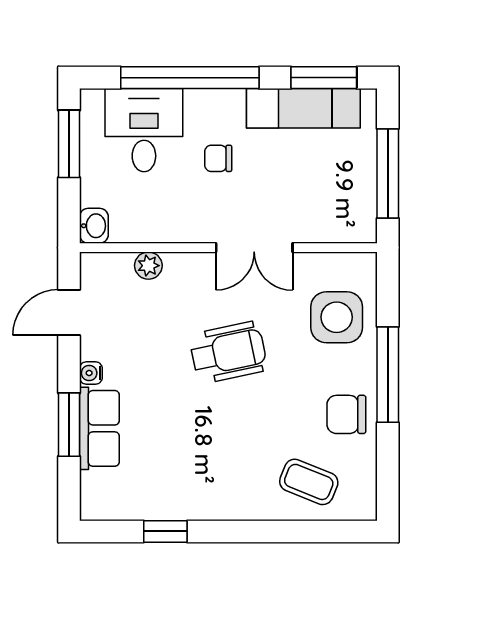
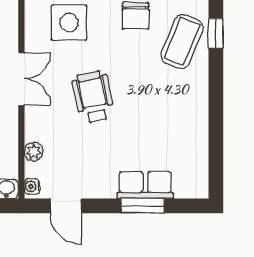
water cooler: (91, 373) -> (32, 187), moved, turned 90
coffee table: (309, 482) -> (182, 42), width x1.36, depth x1.30
window: (165, 531) -> (216, 33), moved

